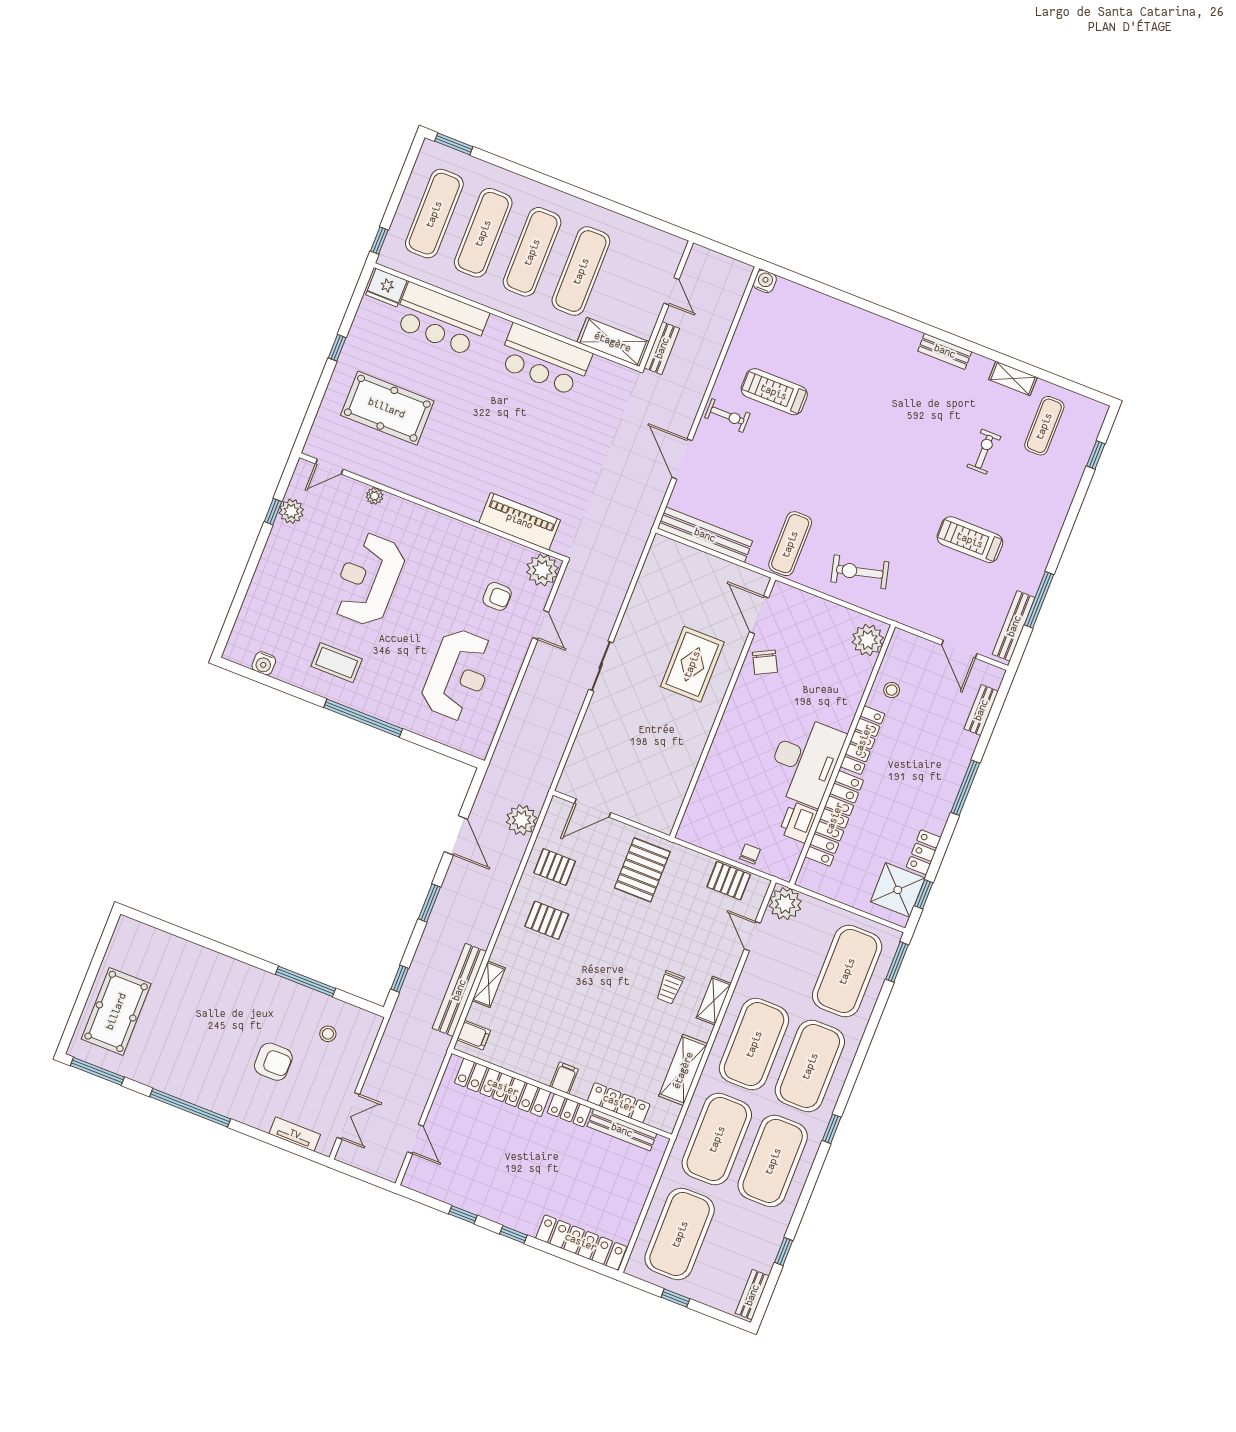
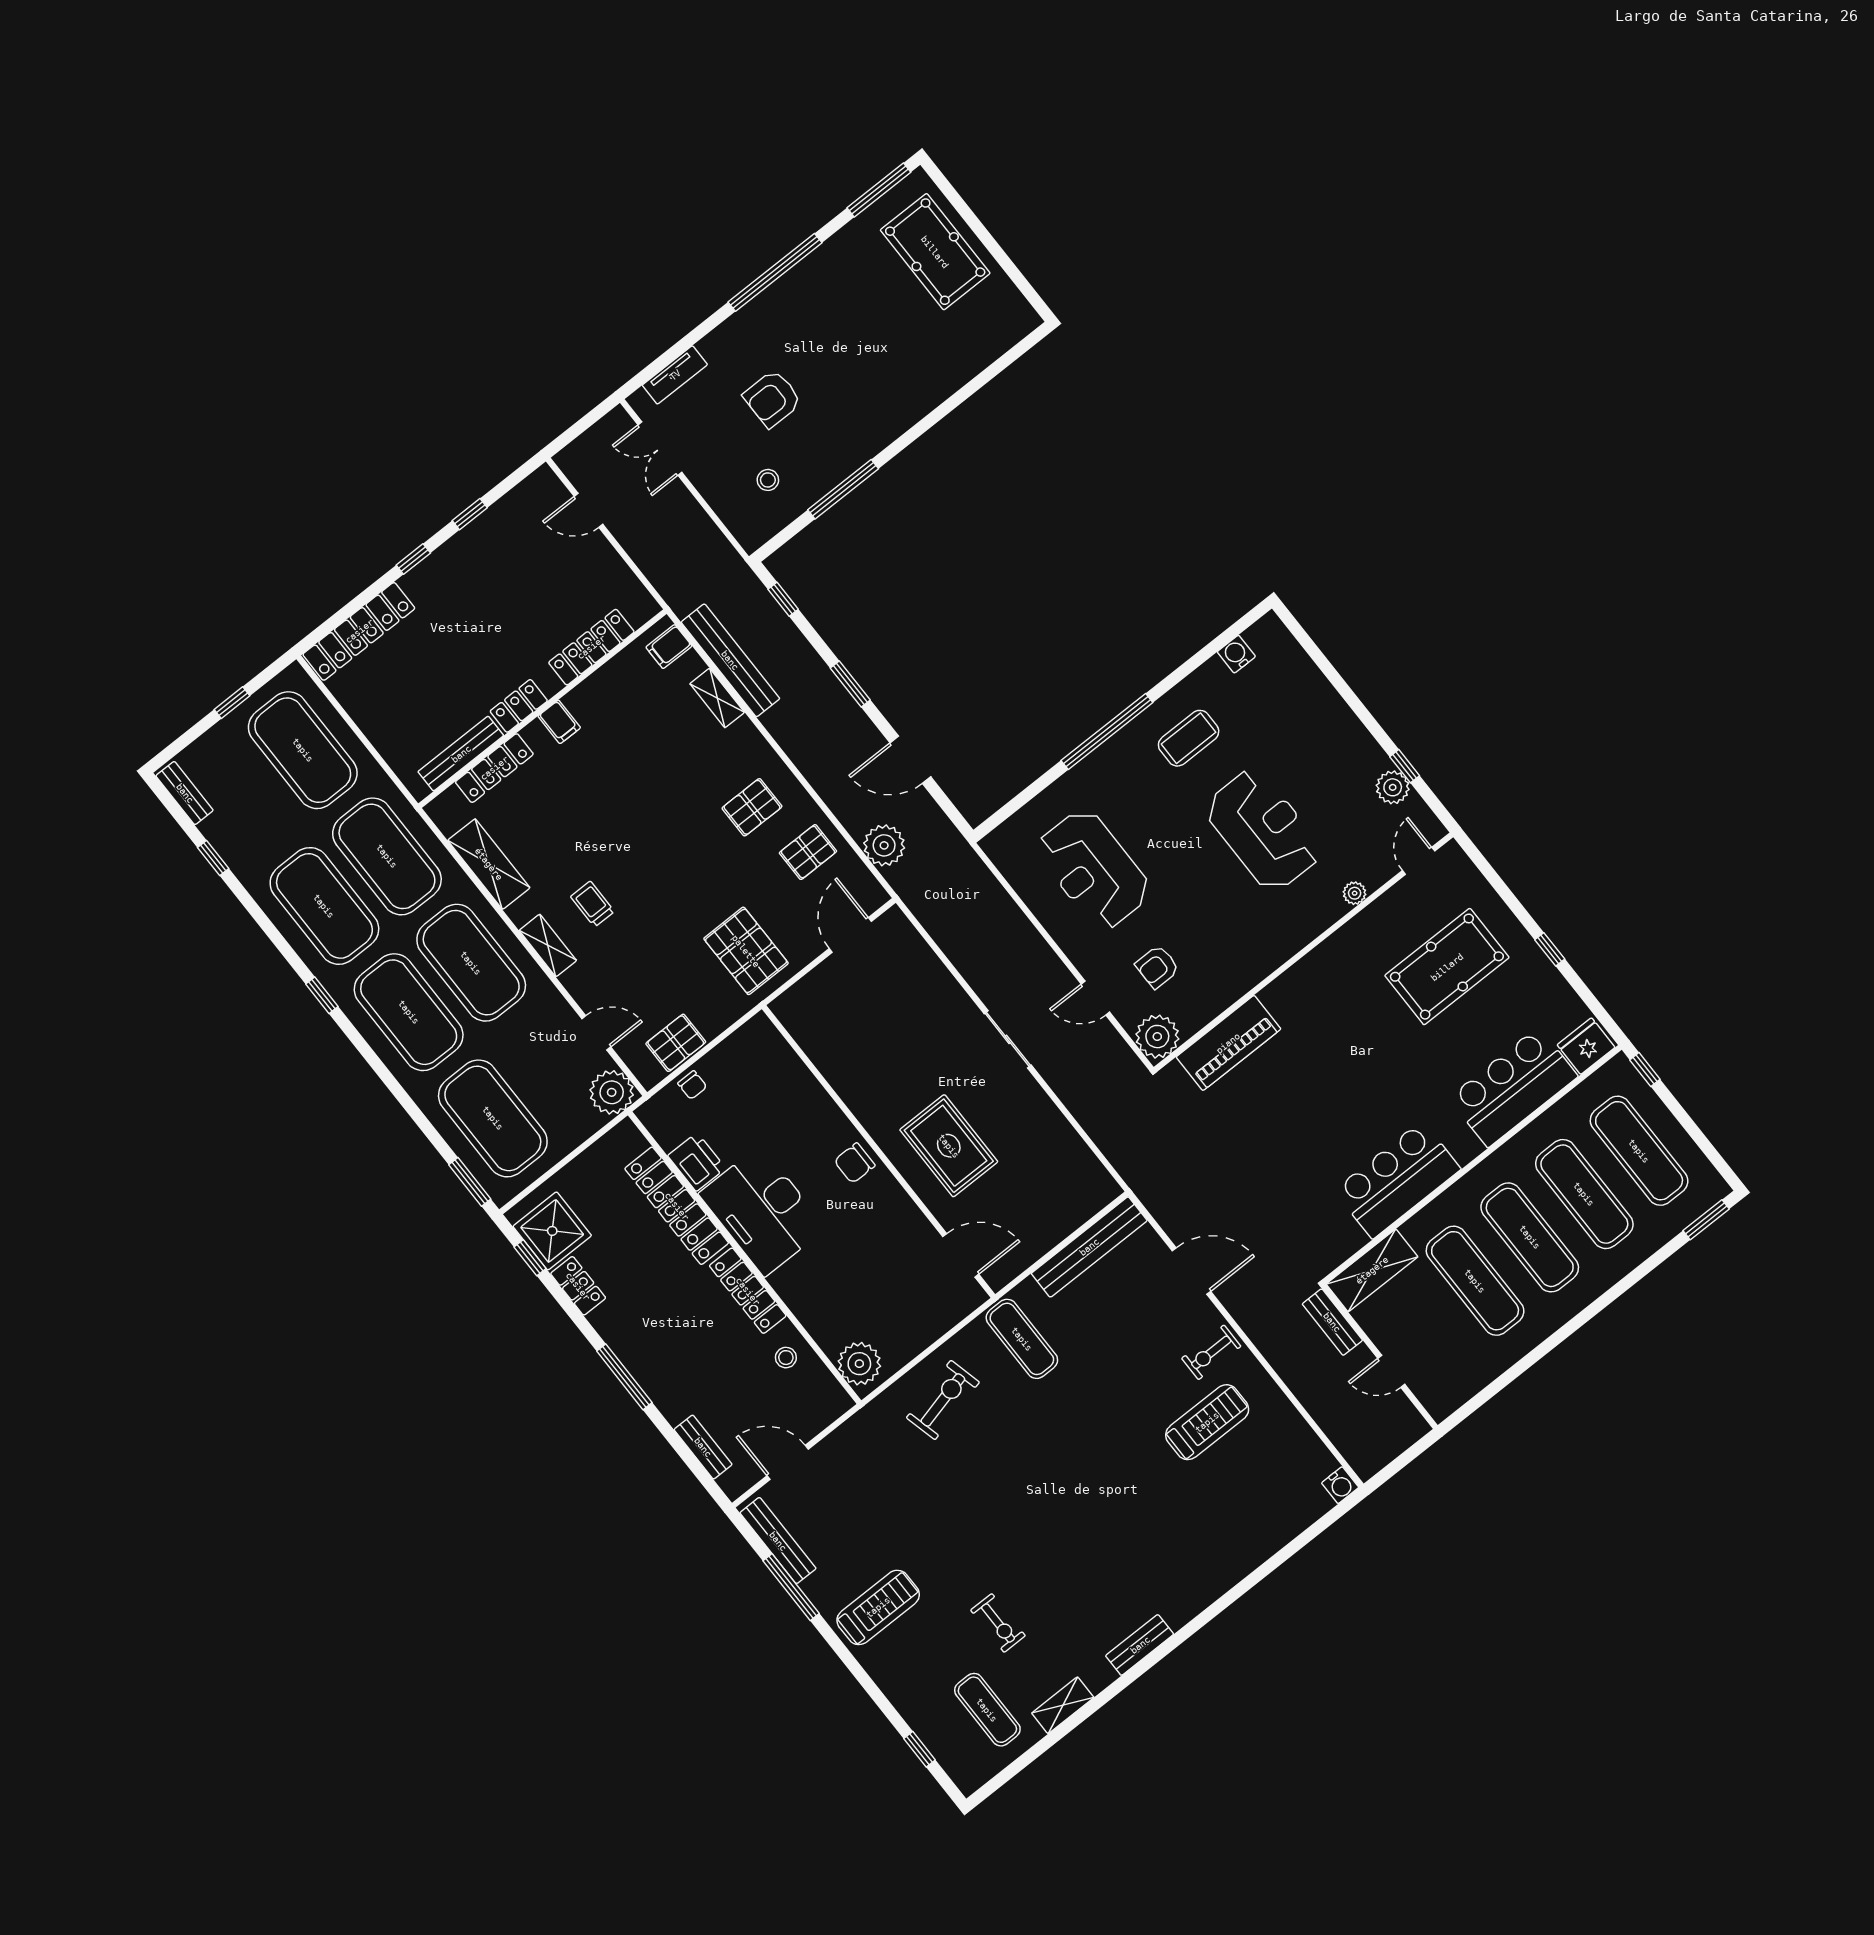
treadmill: (970, 540) -> (878, 1607), moved
chair: (765, 662) -> (855, 1163), moved, turned -63
locker: (503, 1087) -> (591, 647), width x0.71, depth x0.83

